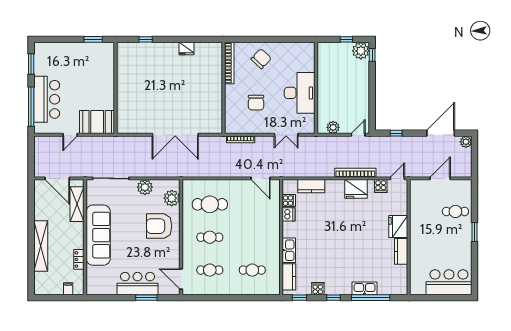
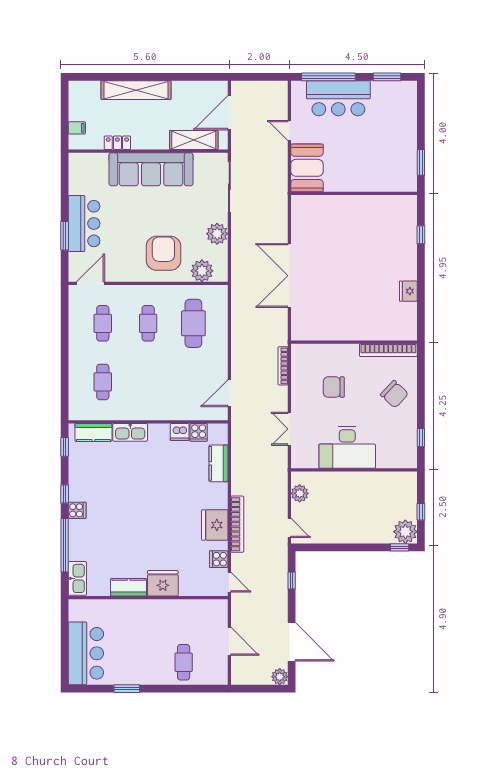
window: (293, 39) -> (421, 438), added
window: (475, 232) -> (127, 689), moved
kitchen sink: (365, 288) -> (77, 578), moved
cooker: (318, 289) -> (77, 510), moved

